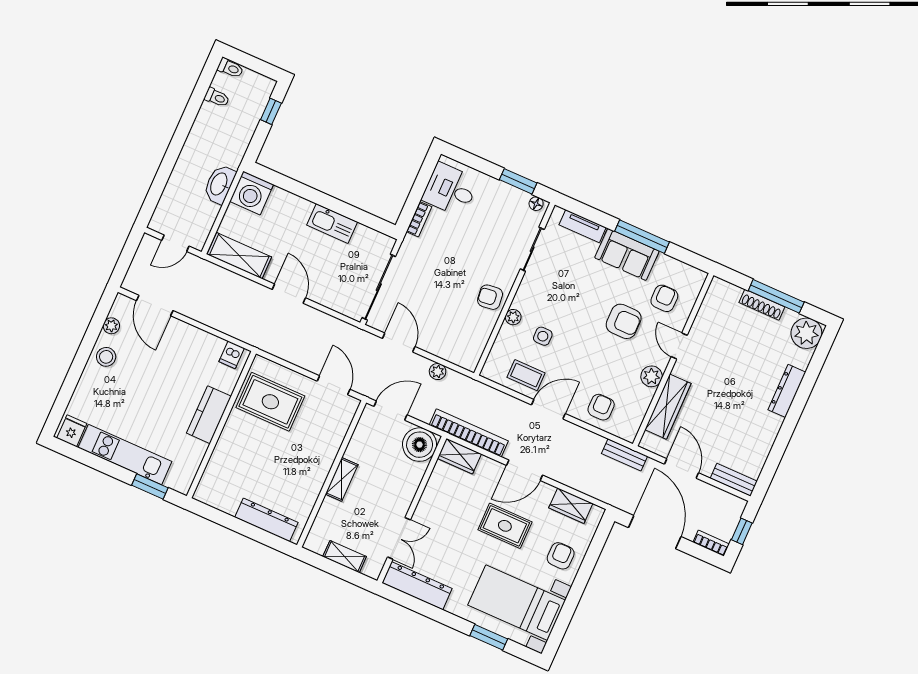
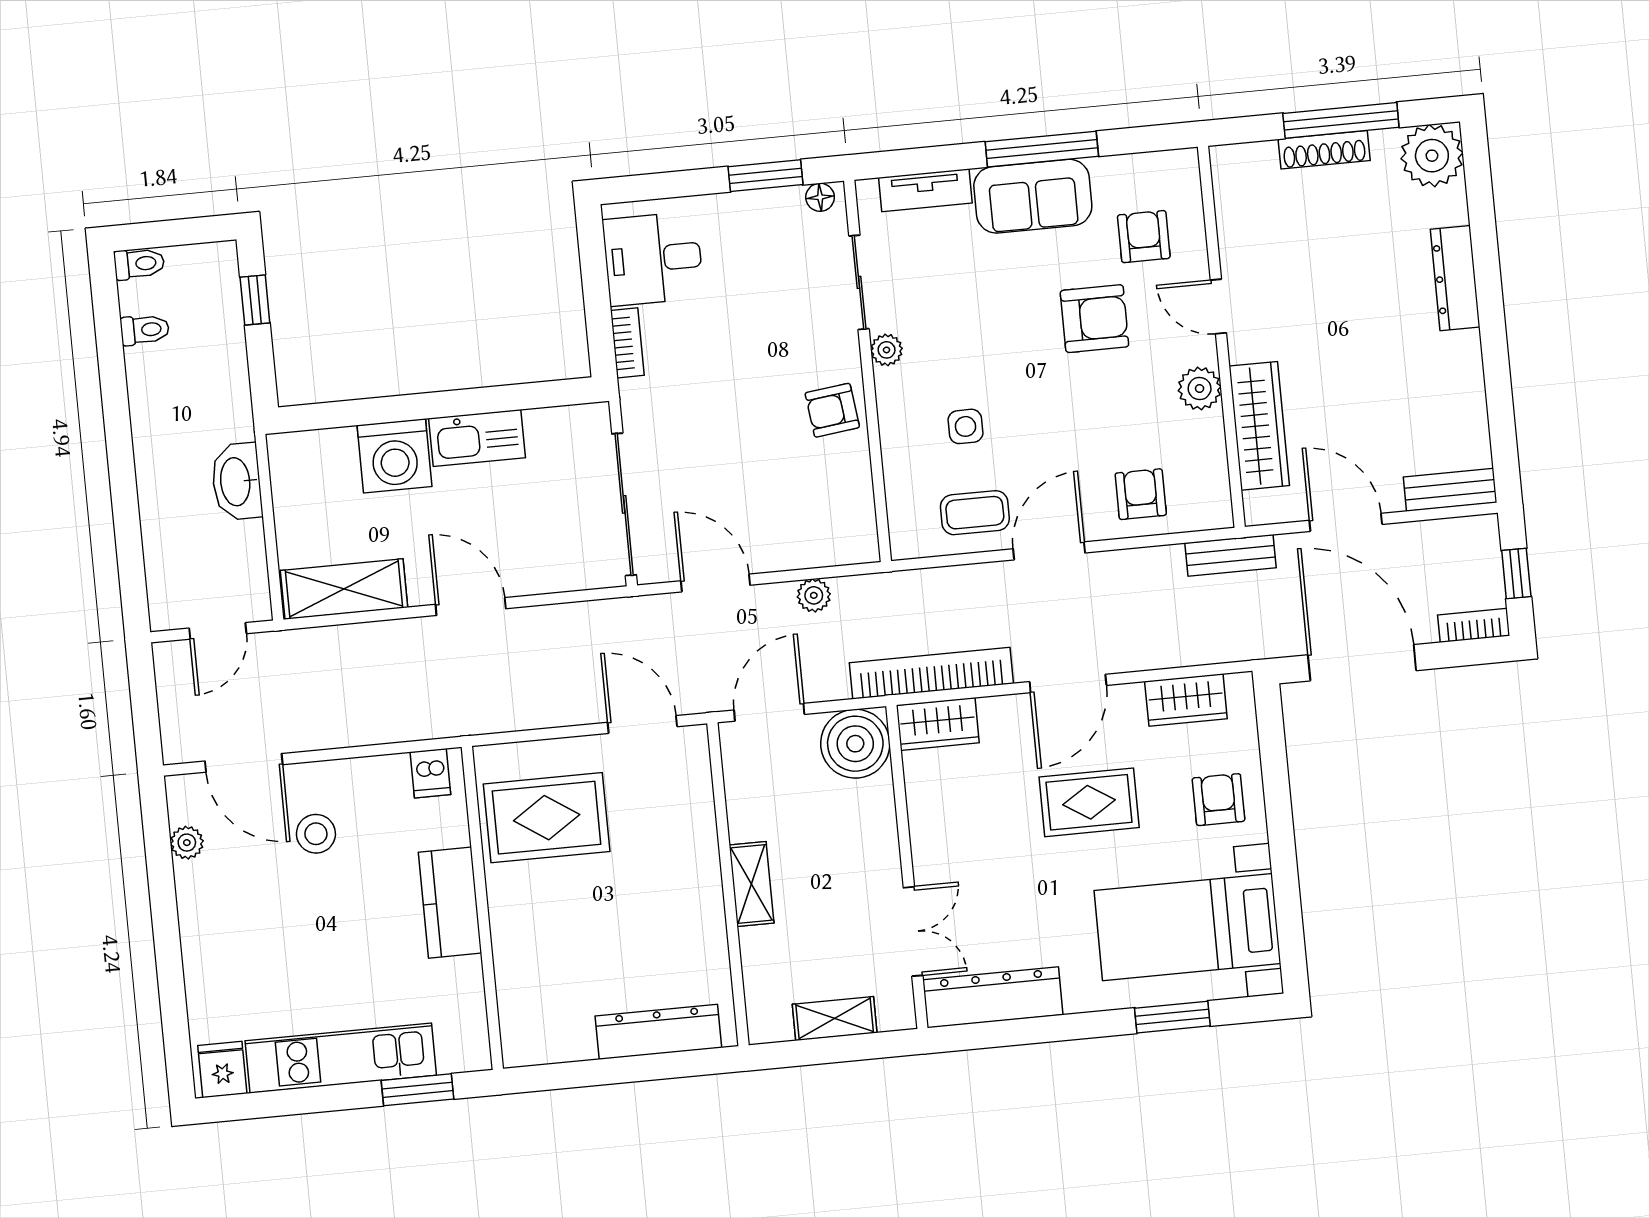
washing machine: (252, 193) -> (394, 456), moved
plant: (513, 317) -> (887, 350), moved
stool: (106, 357) -> (316, 834), moved

